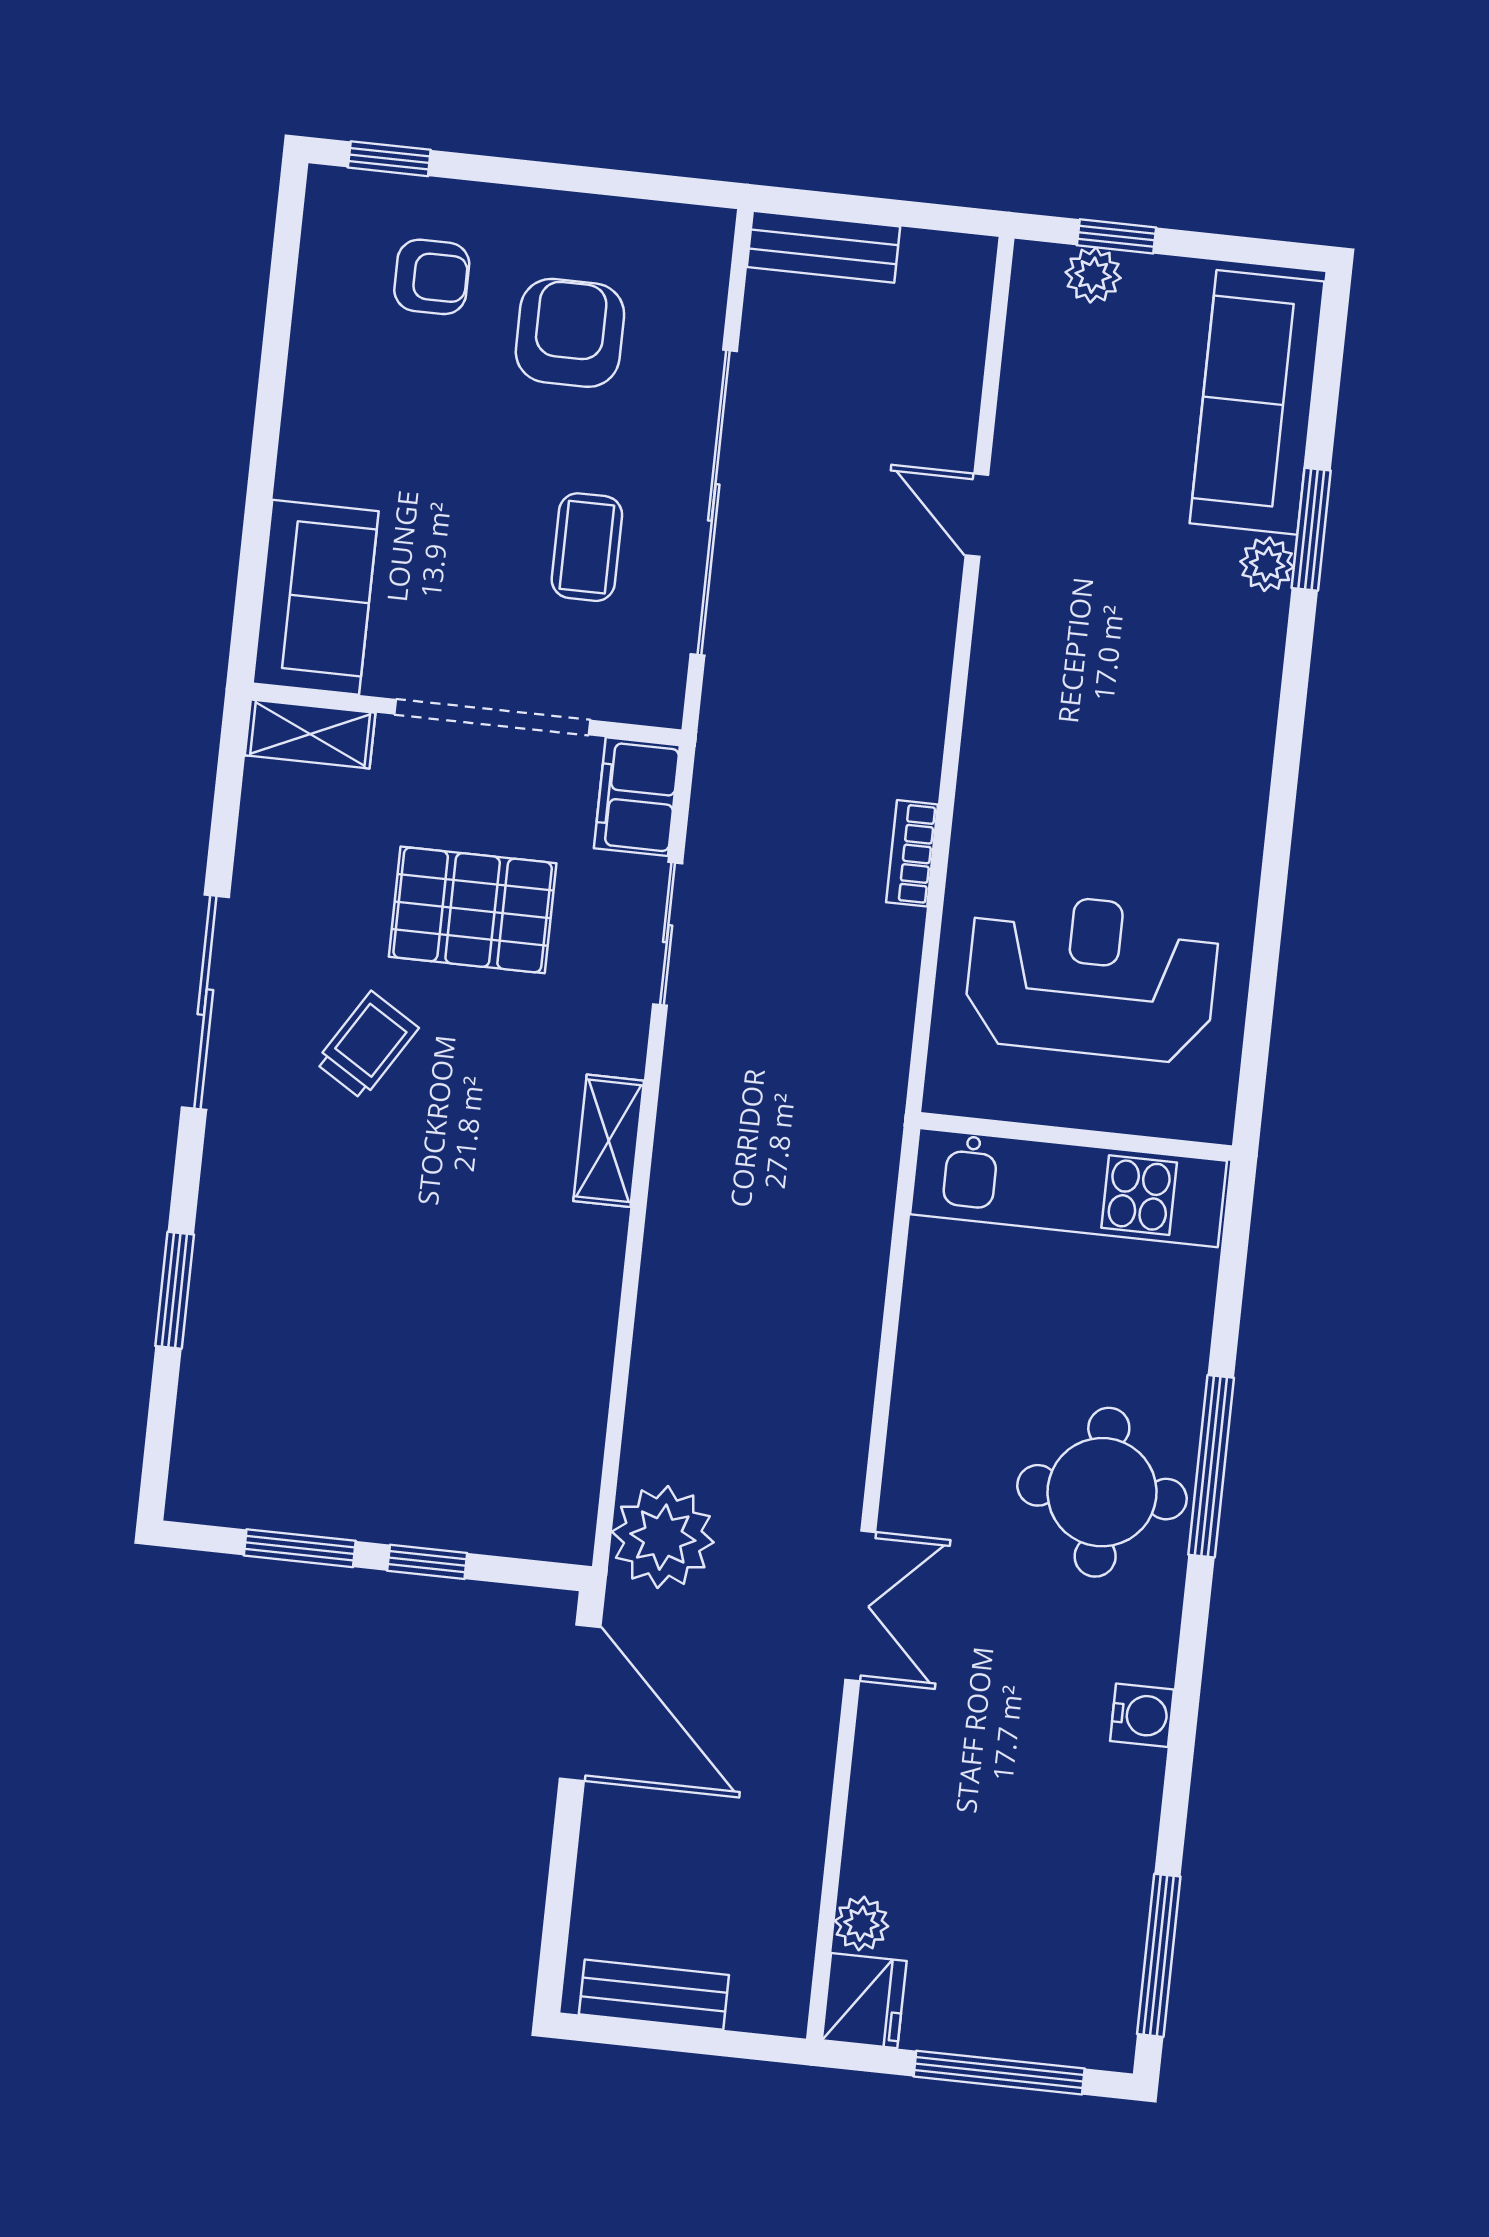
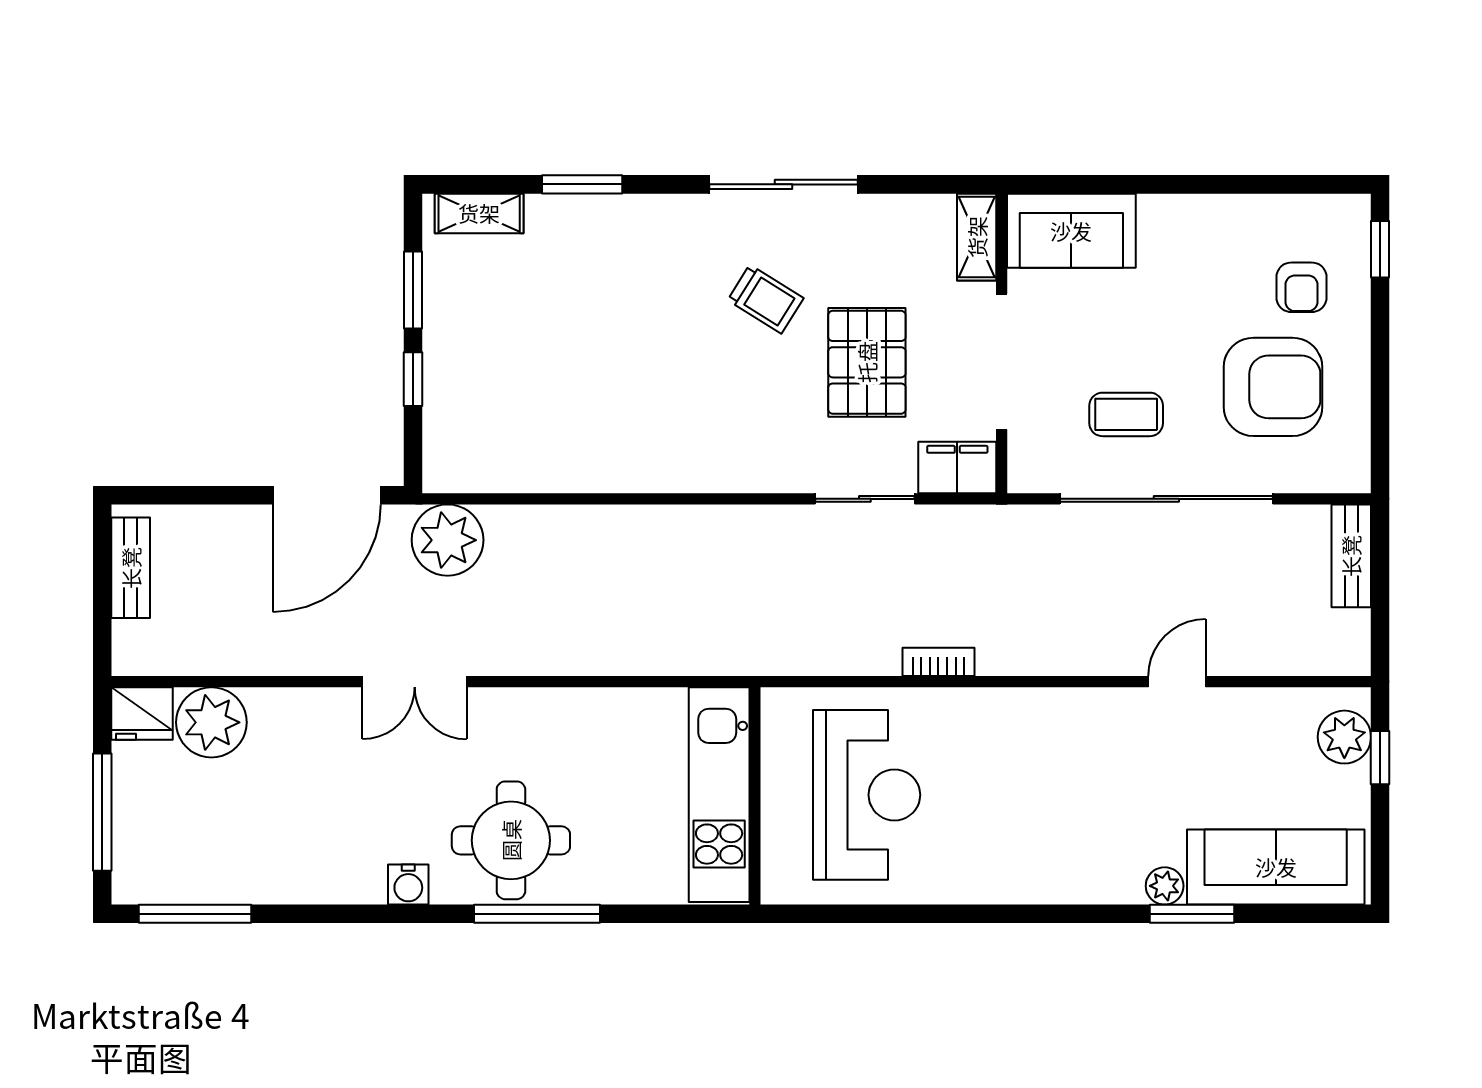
plant: (1093, 275) -> (1344, 737), width x1.38, depth x1.38
armchair: (570, 333) -> (1273, 387), width x1.36, depth x1.36
shelving: (609, 1141) -> (479, 213), moved
water cooler: (1142, 1715) -> (408, 884), moved
plant: (861, 1924) -> (211, 722), width x1.88, depth x1.88

